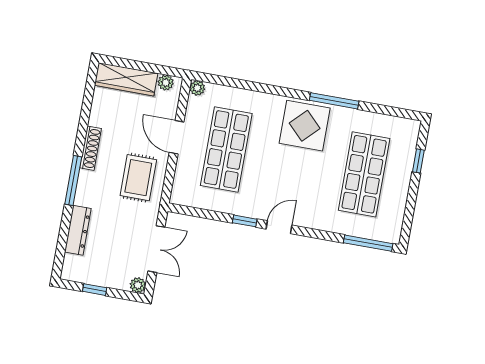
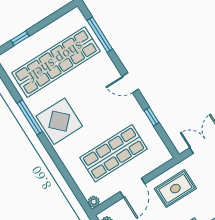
shop shelf: (364, 174) -> (56, 62), width x1.40
window: (245, 221) -> (152, 117), moved
window: (368, 243) -> (100, 35), moved

